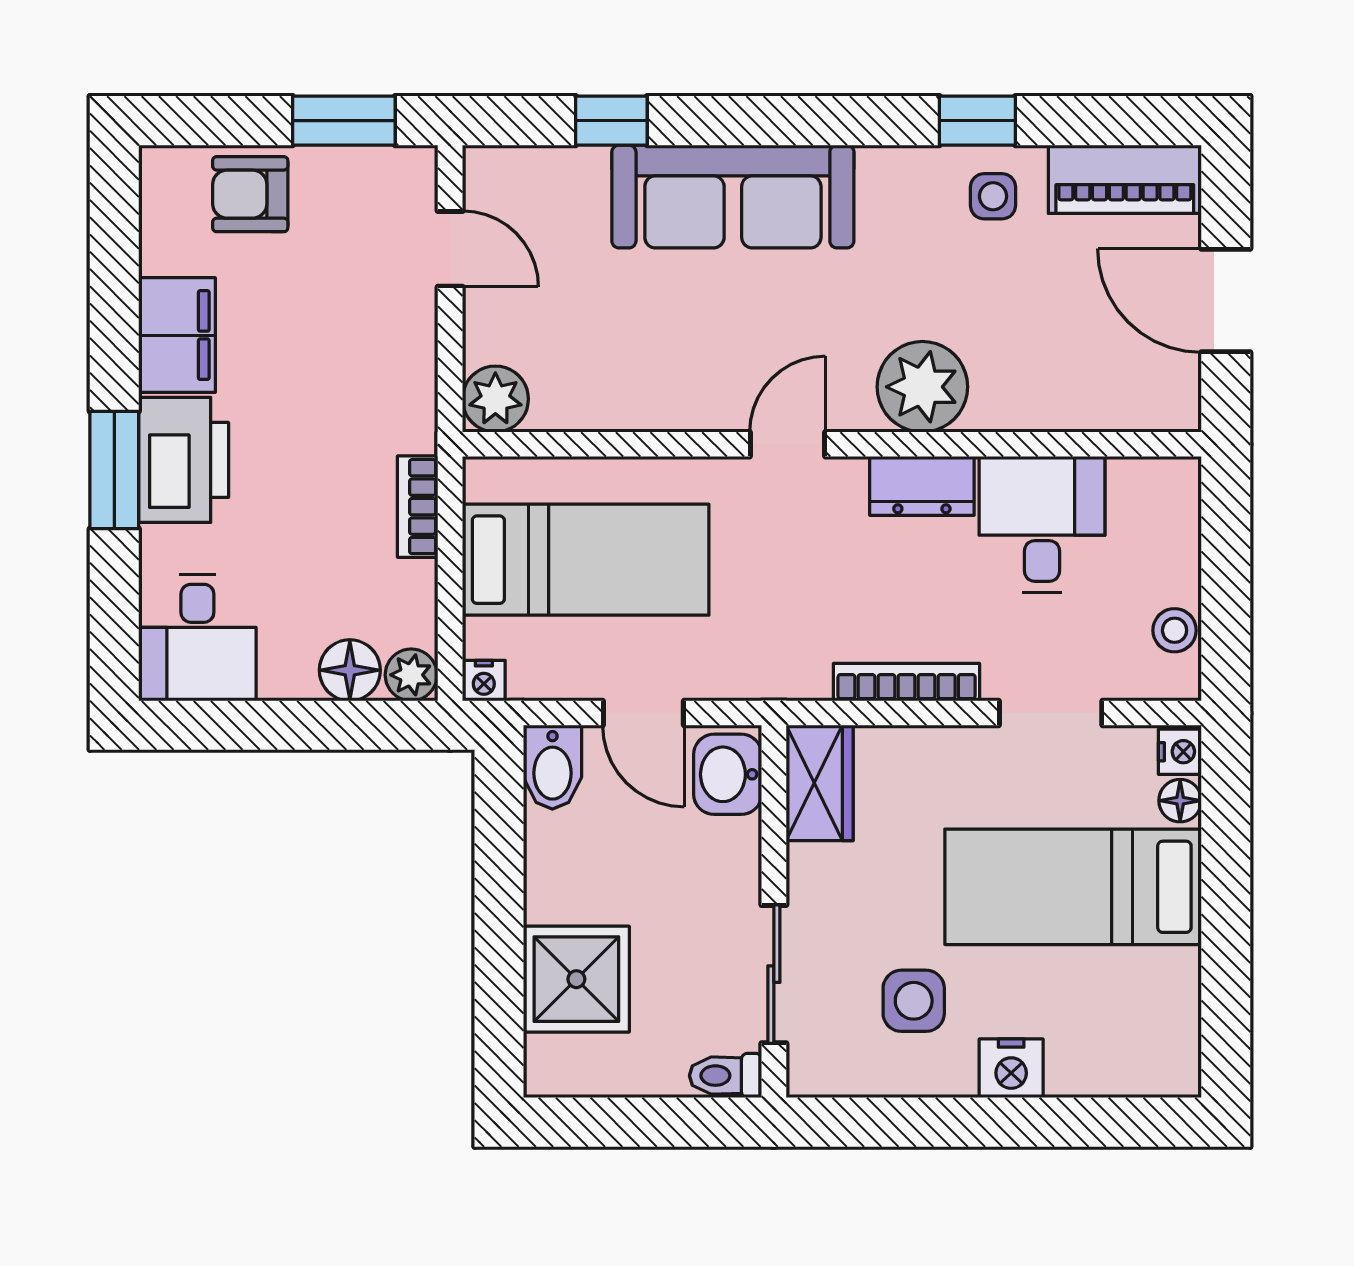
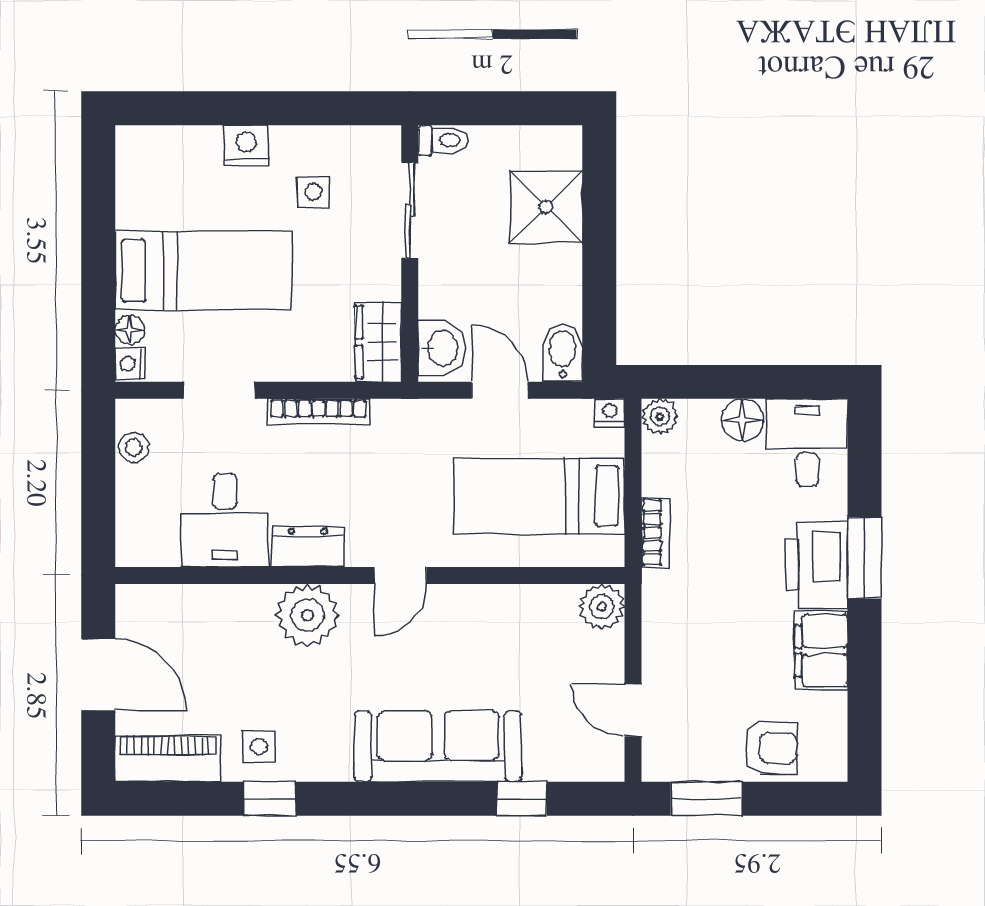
floor lamp: (350, 670) -> (742, 420), moved
side table: (914, 1001) -> (313, 192), width x0.73, depth x0.73

